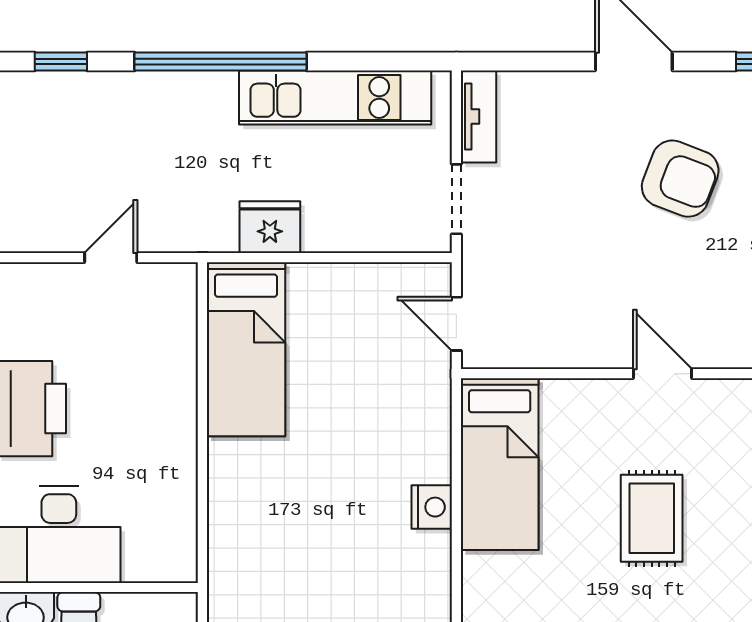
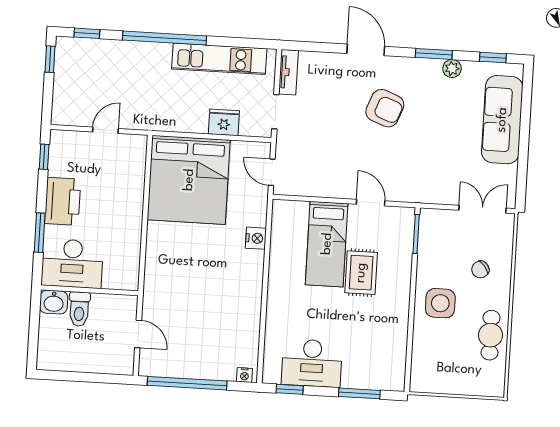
fridge: (270, 227) -> (224, 122), moved
bed: (246, 349) -> (189, 180), width x2.04
bed: (500, 464) -> (327, 244), moved
nightstand: (432, 507) -> (256, 238), moved

